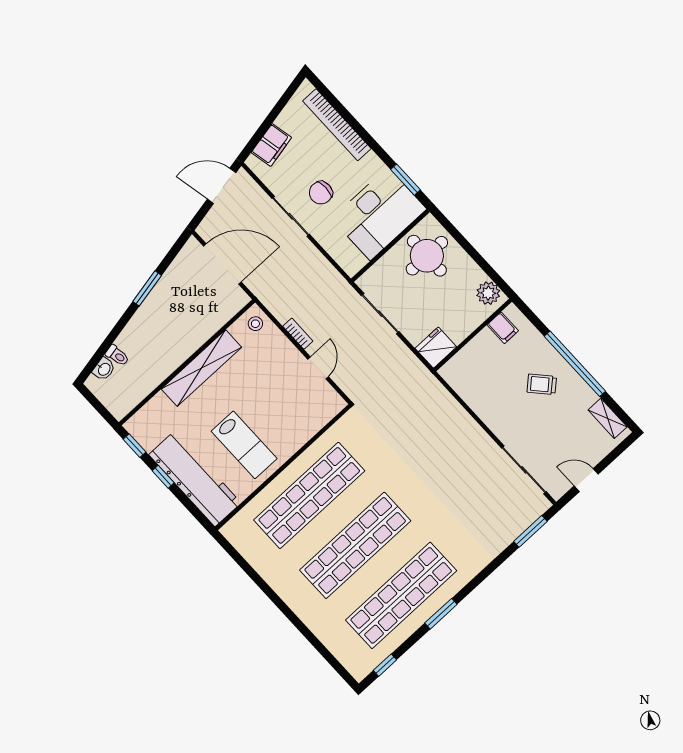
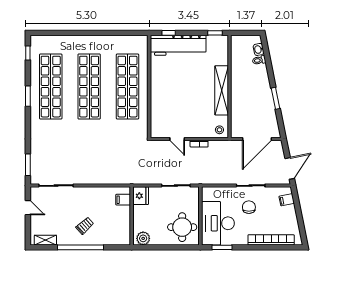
filing cabinet: (271, 145) -> (287, 200), width x0.50
filing cabinet: (503, 328) -> (123, 200), moved
lab bench: (244, 445) -> (173, 79), removed
window: (163, 477) -> (169, 33), moved
door: (586, 480) -> (28, 208), hinge flipped

